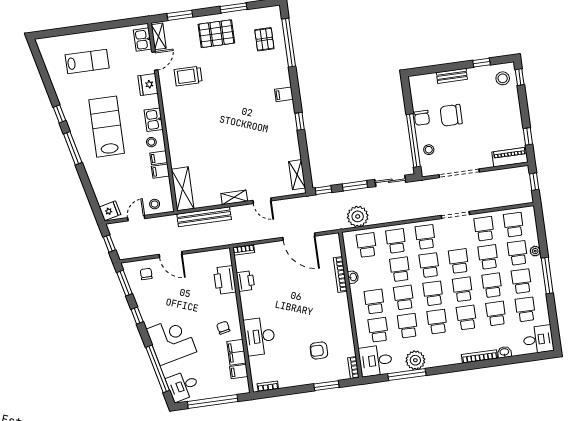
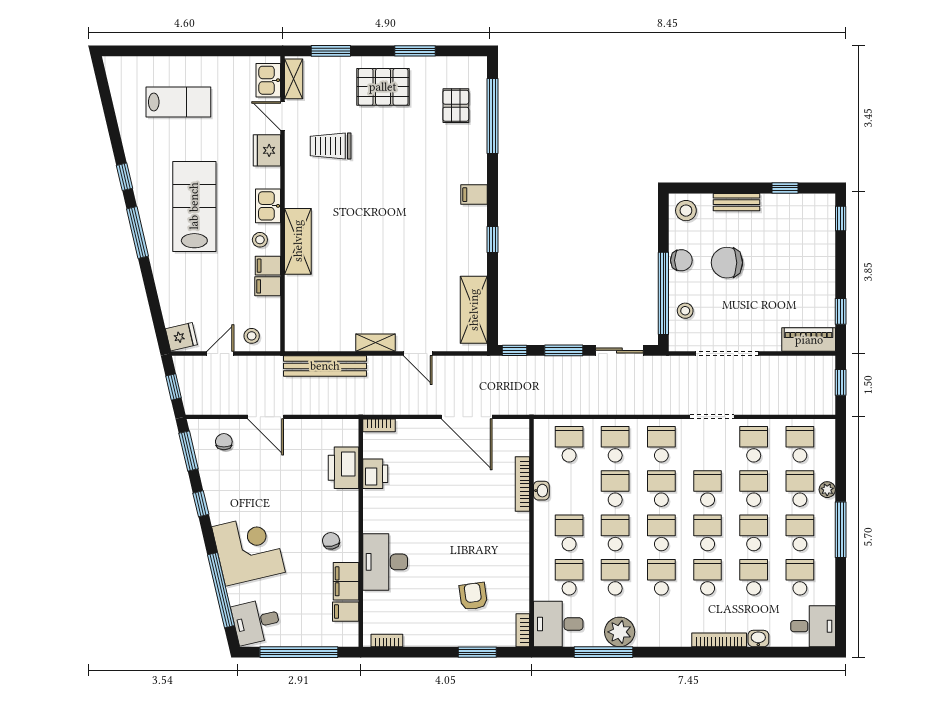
door: (155, 61) -> (283, 116), swing flipped
stool: (503, 78) -> (686, 211), moved
chair: (422, 118) -> (681, 260), turned -90
shelving: (297, 175) -> (474, 310), width x1.50, depth x1.33
shelving: (183, 189) -> (298, 241), moved
plant: (358, 216) -> (562, 398), removed
armchair: (319, 350) -> (473, 596), turned 82

